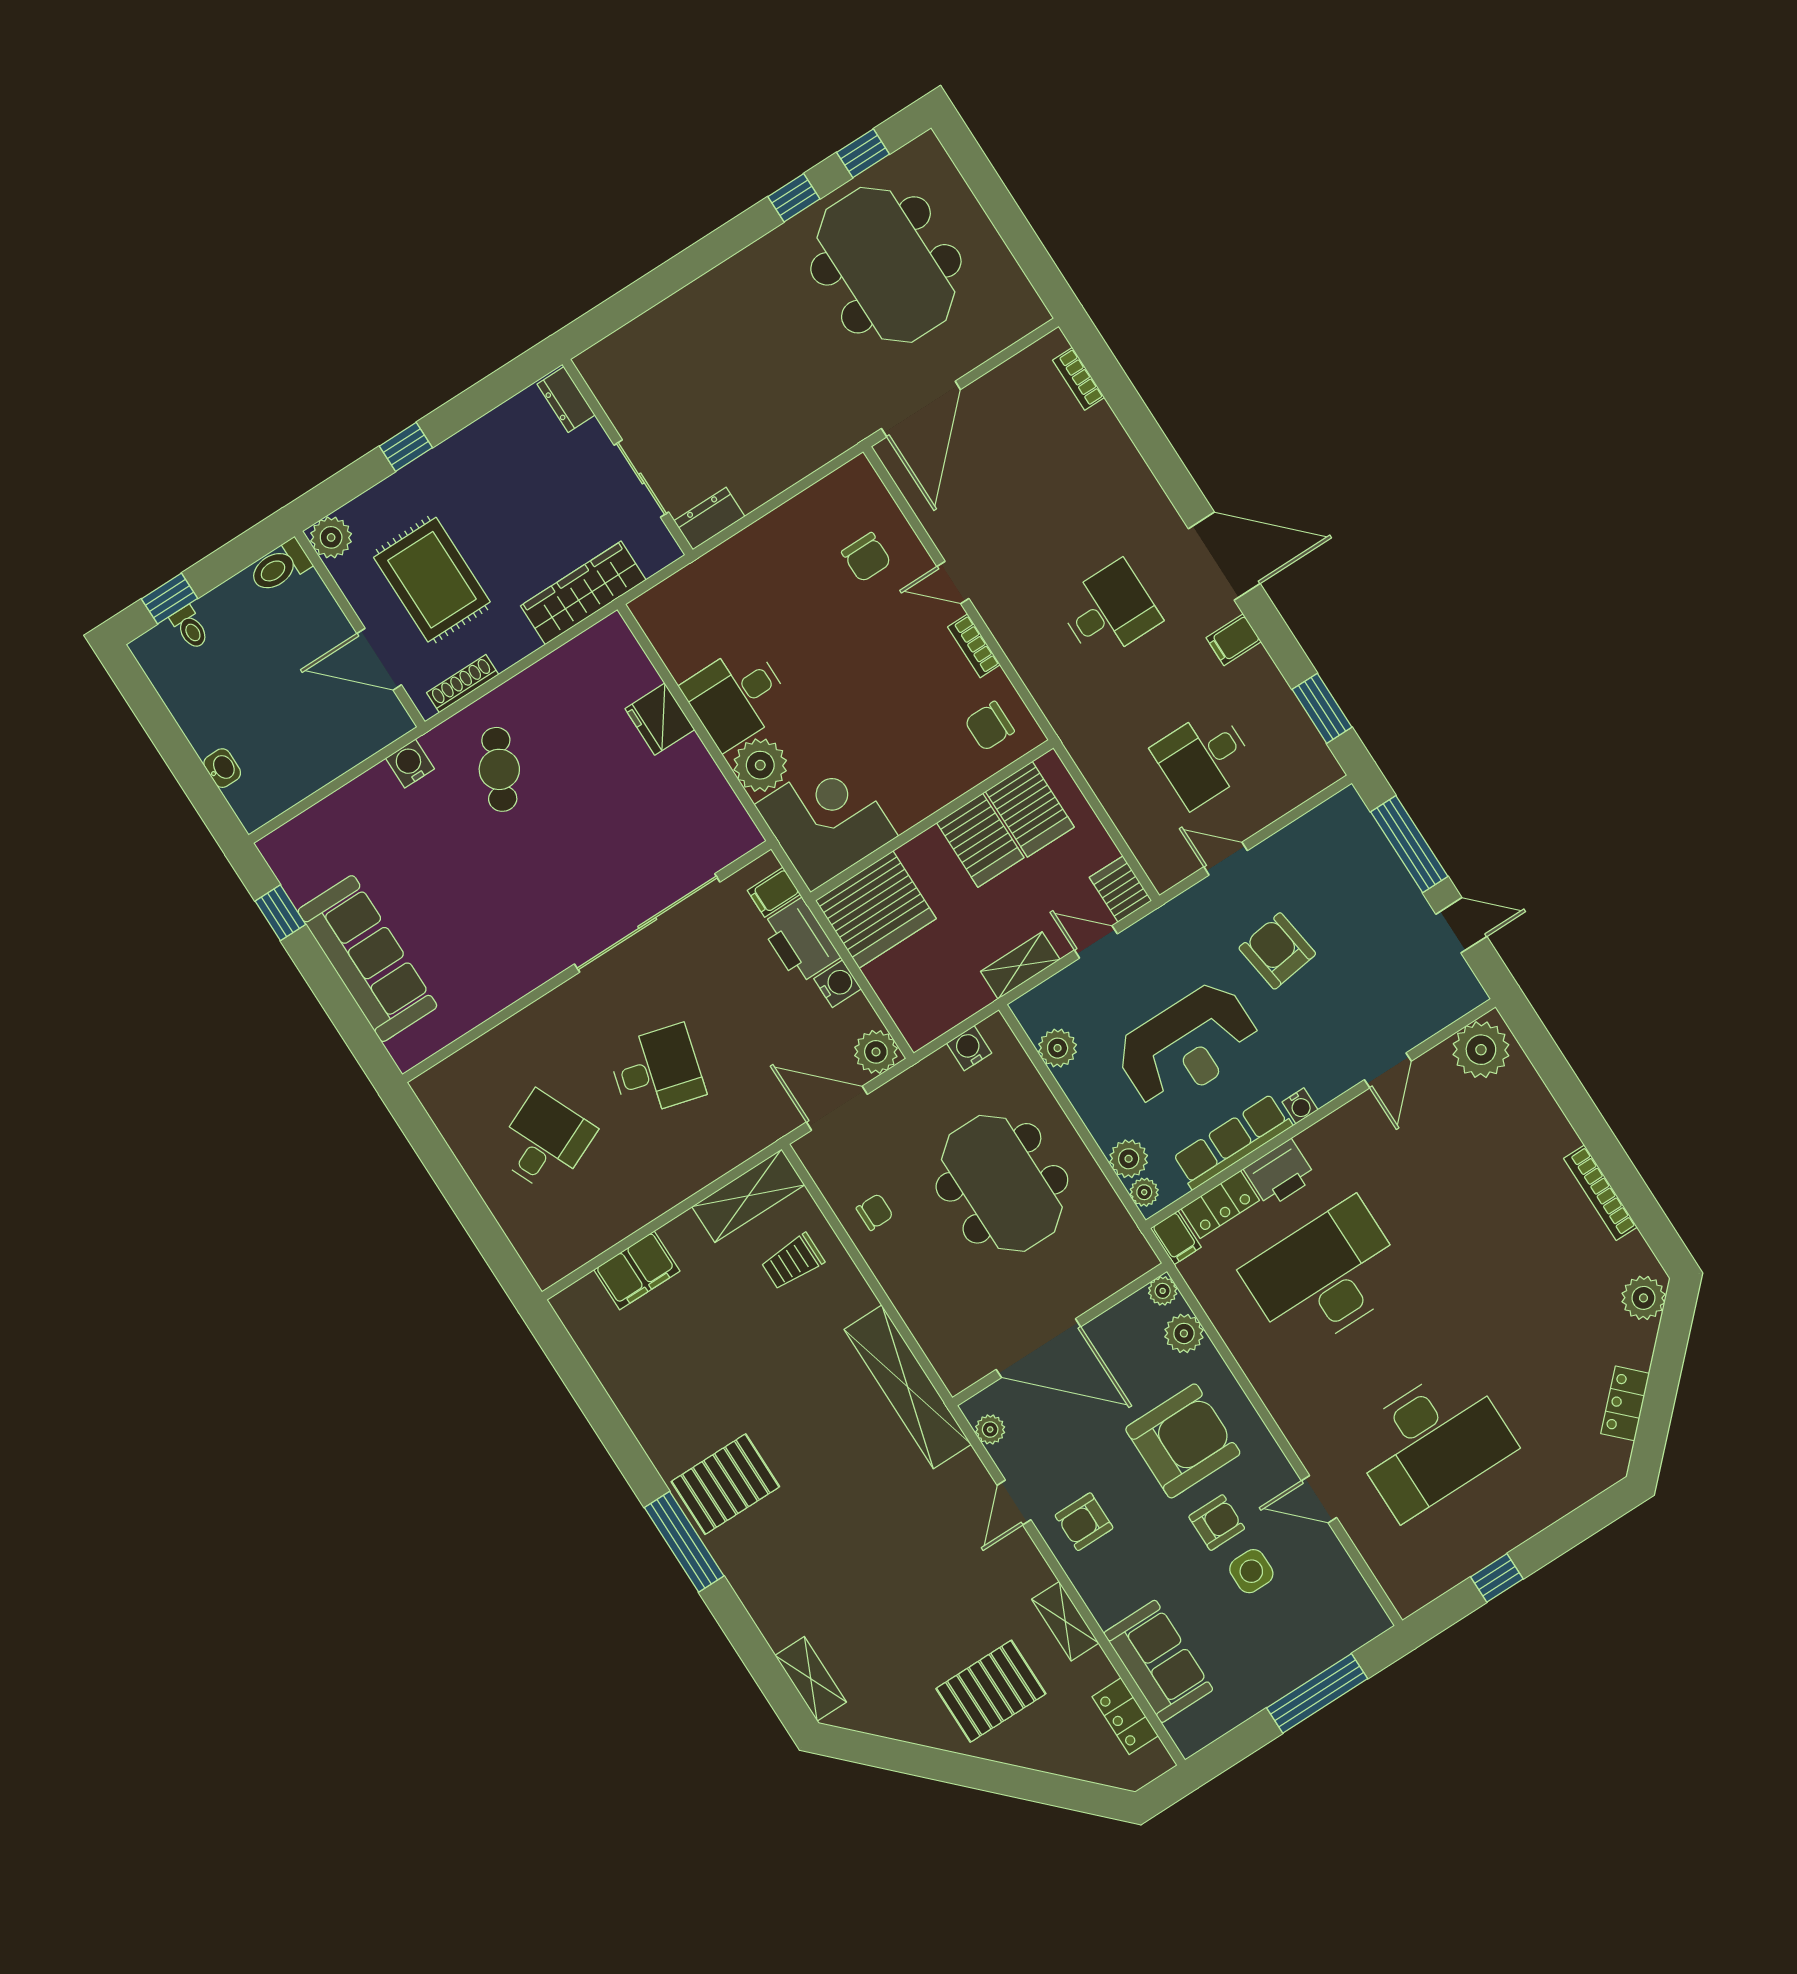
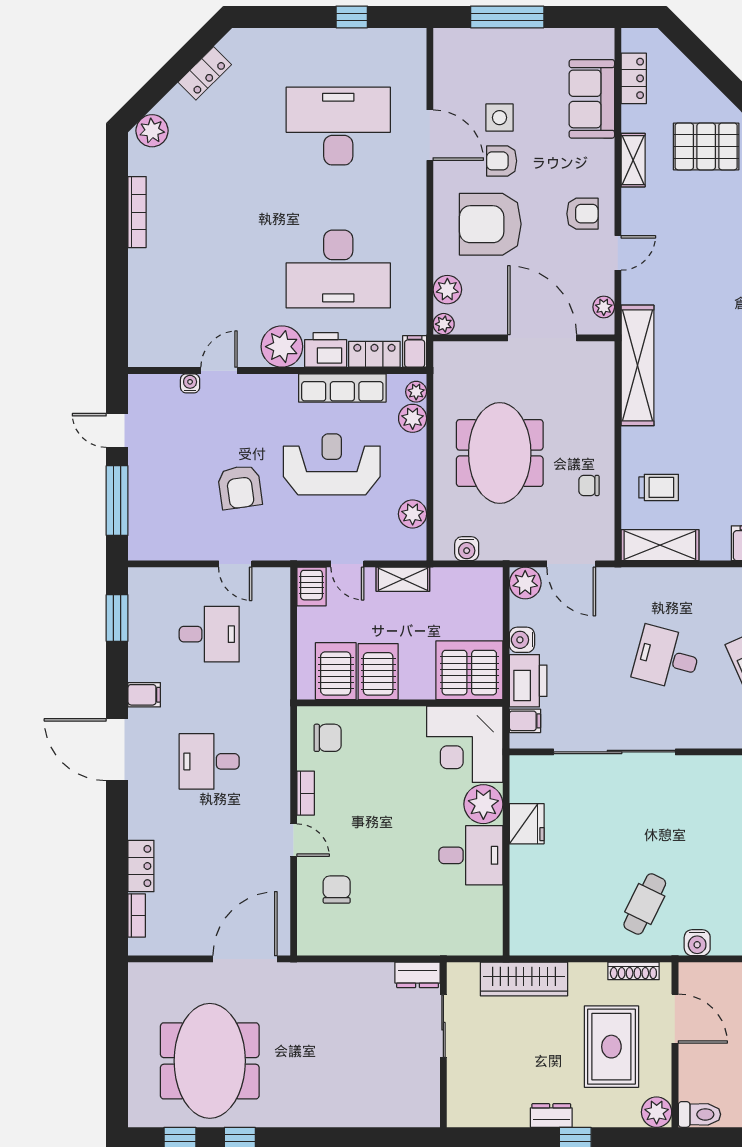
dresser: (566, 399) -> (551, 1115), moved, turned -90
locker: (1110, 439) -> (141, 866), added
fridge: (660, 719) -> (527, 824), moved
plant: (1481, 1050) -> (282, 347), moved
water cooler: (1300, 1106) -> (190, 383), moved
door: (1319, 1499) -> (430, 135), width x1.38

